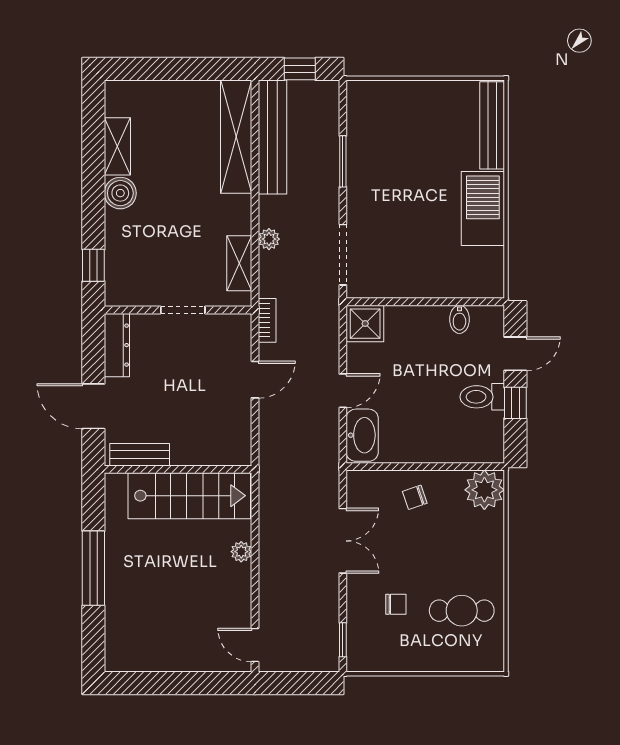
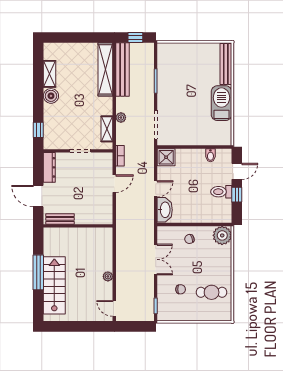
stairs: (189, 496) -> (54, 285), moved, turned -90
plant: (241, 552) -> (108, 276), moved

